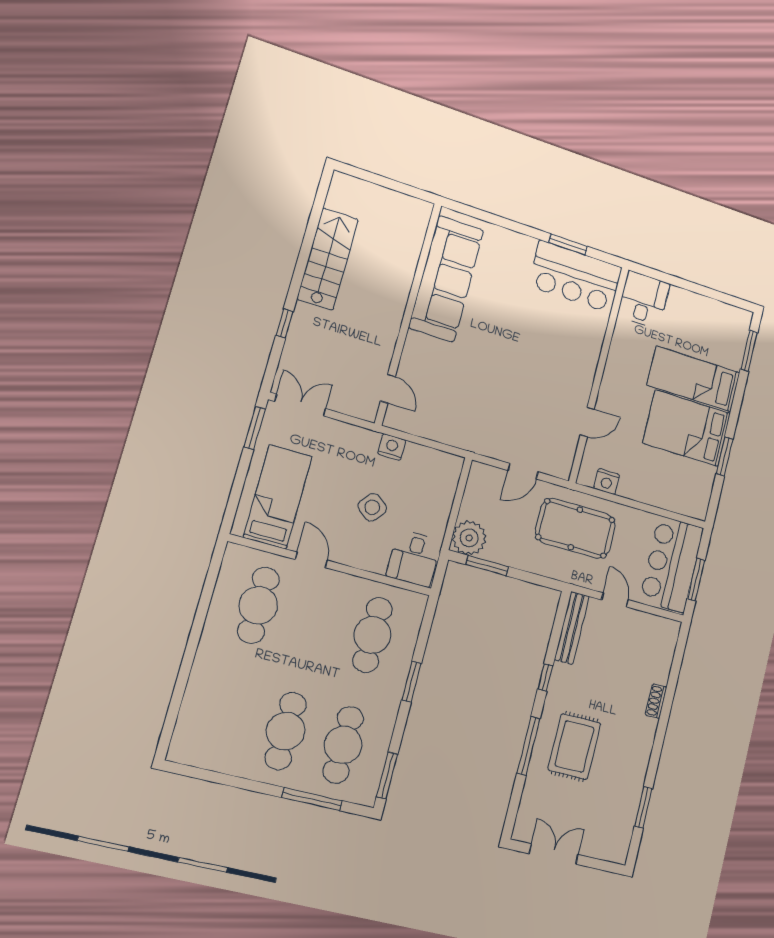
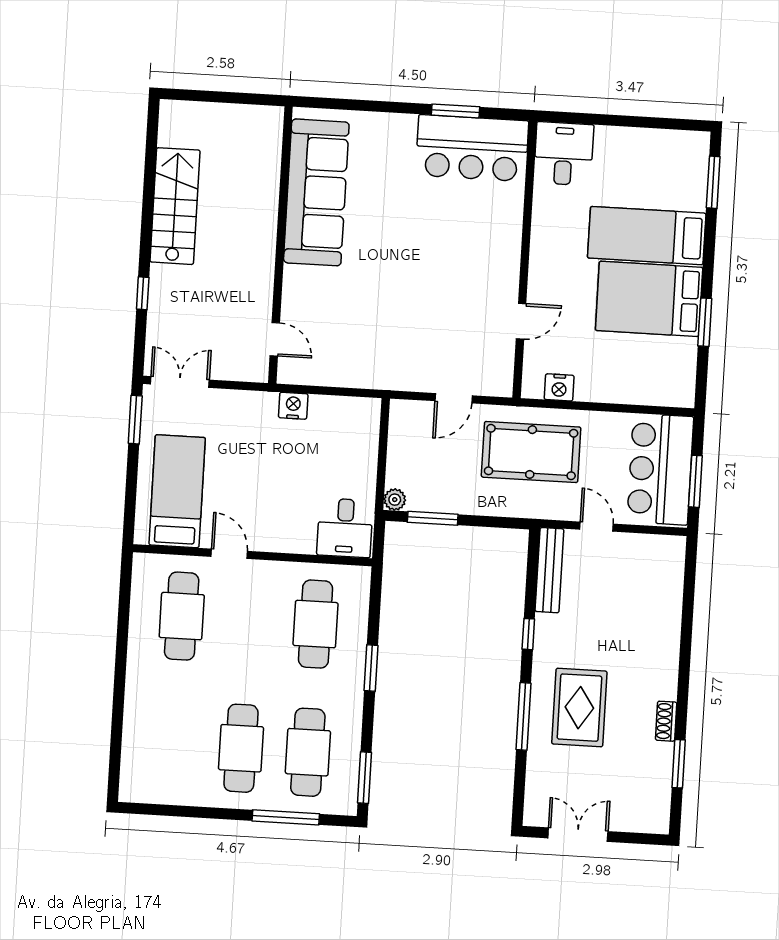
side table: (372, 507) -> (285, 480), removed
plant: (469, 538) -> (395, 500), width x0.53, depth x0.53
shoe rack: (656, 701) -> (666, 721), moved

